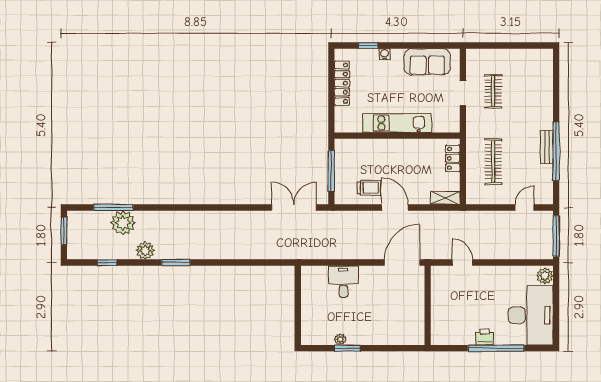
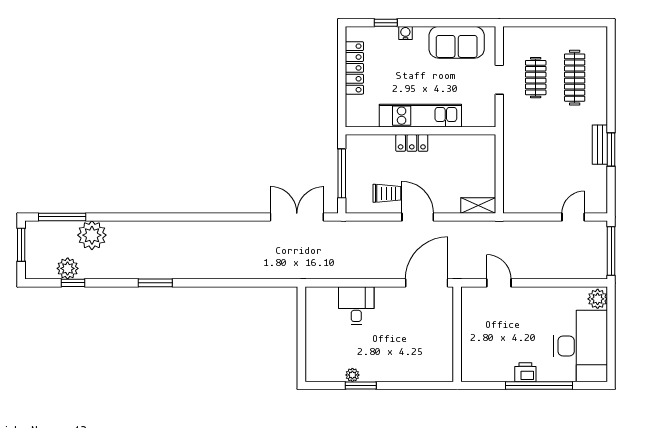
window: (556, 151) -> (611, 150), width x0.47
locker: (453, 158) -> (412, 143), moved, turned -90
clothes rail: (493, 162) -> (575, 78), moved
window: (113, 208) -> (62, 217), moved
plant: (145, 251) -> (68, 268), moved

